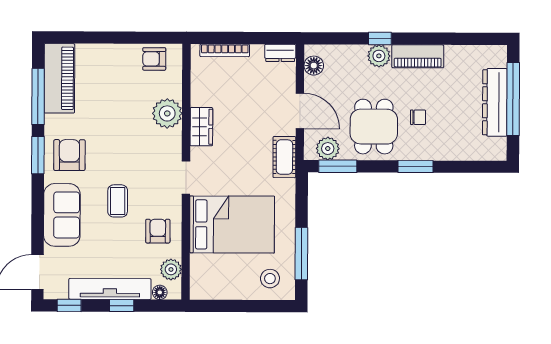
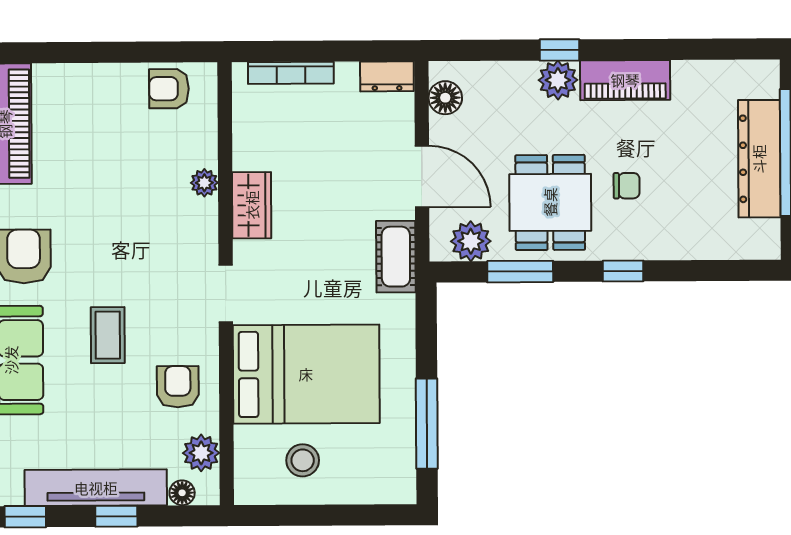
plant: (167, 113) -> (204, 183), width x0.53, depth x0.53
window: (338, 166) -> (520, 272), moved
window: (416, 167) -> (623, 271), width x0.67
stool: (270, 279) -> (303, 460), moved

